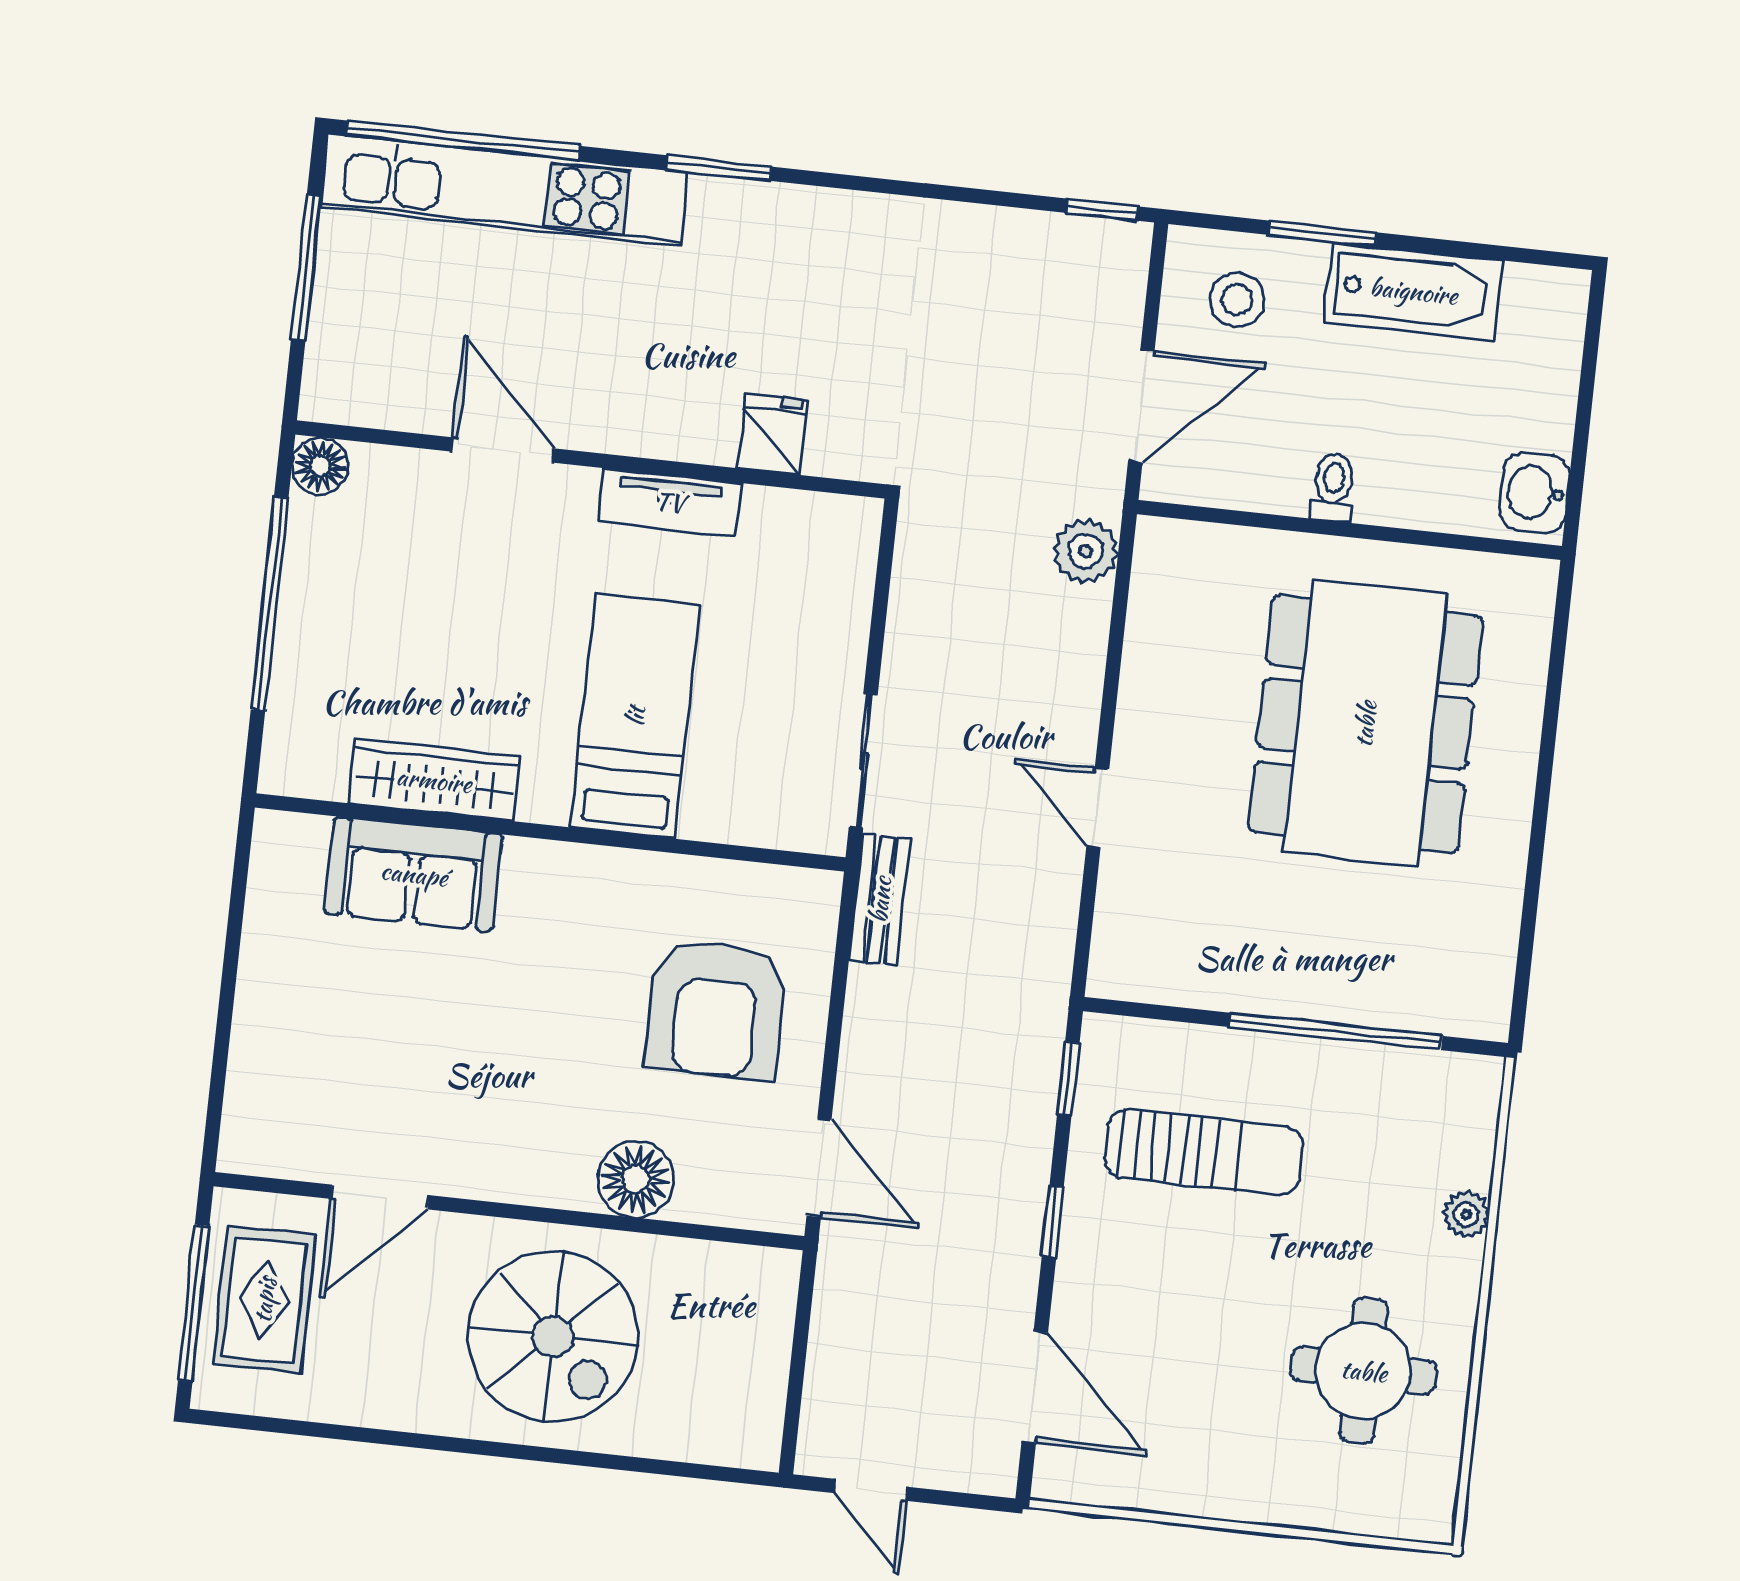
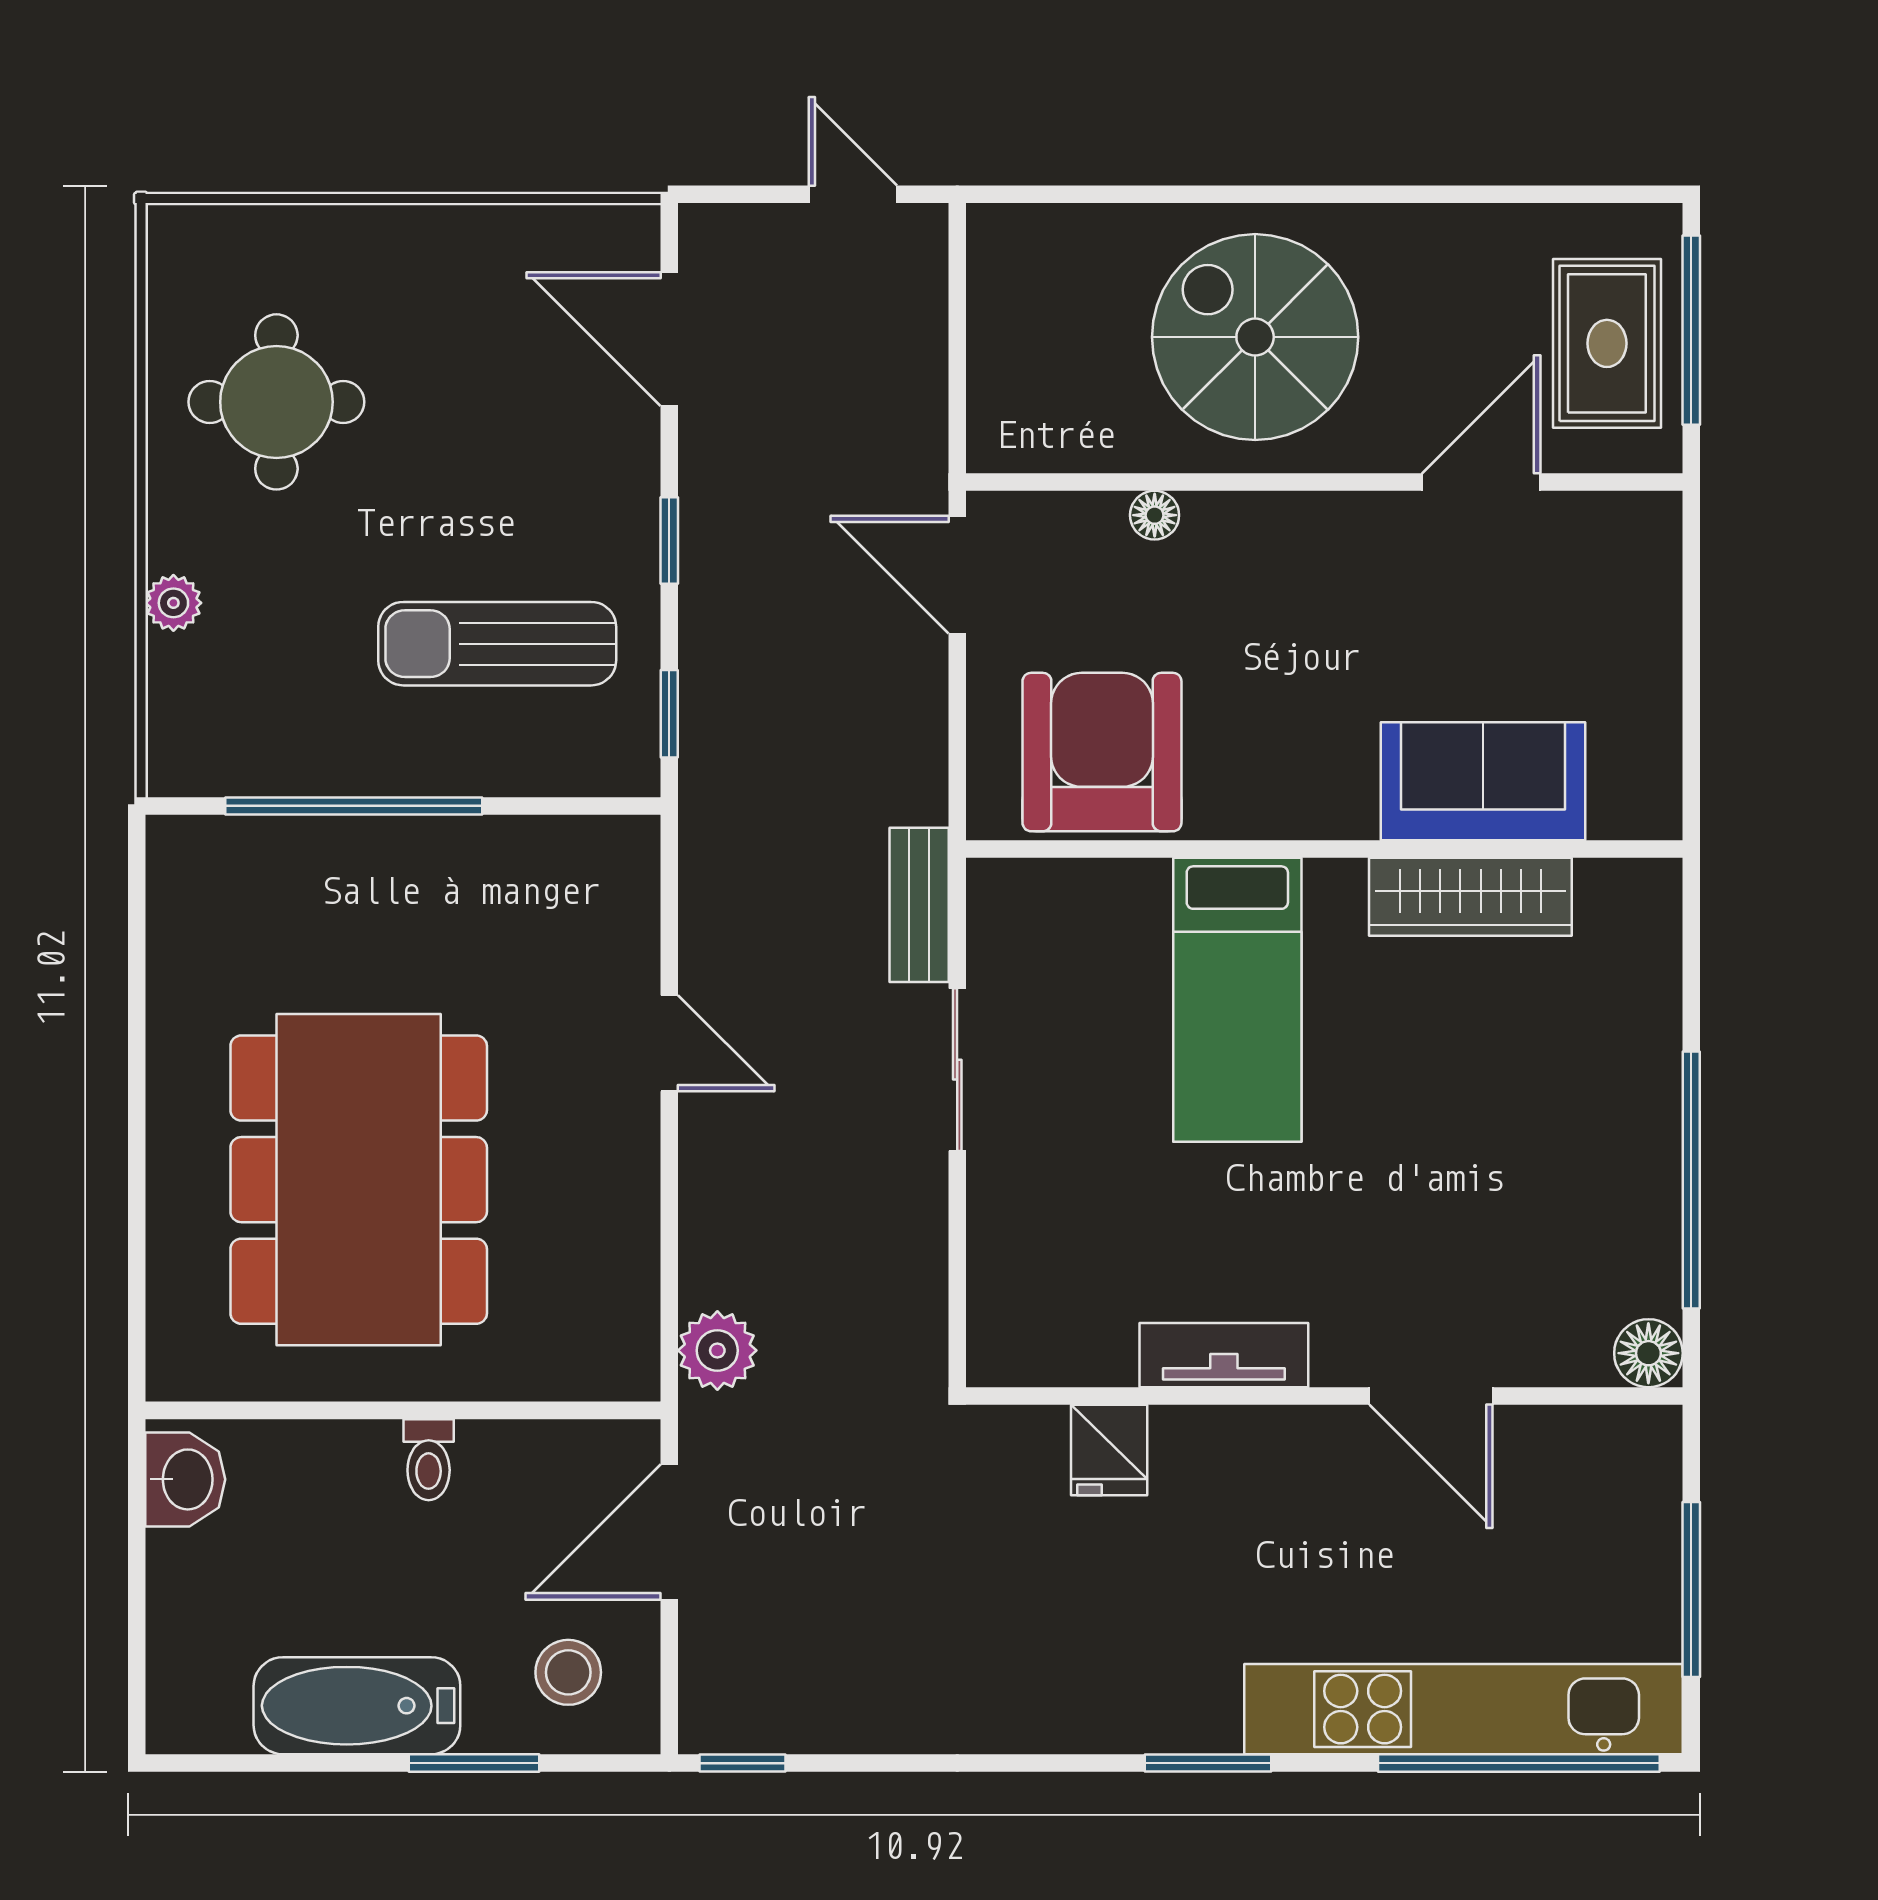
bed: (635, 716) -> (1237, 1000), moved
wardrobe: (434, 780) -> (1470, 897), moved
wall: (550, 832) -> (1324, 849), moved
sofa: (414, 874) -> (1483, 781), moved
floor lamp: (636, 1179) -> (1155, 515), width x0.53, depth x0.53

